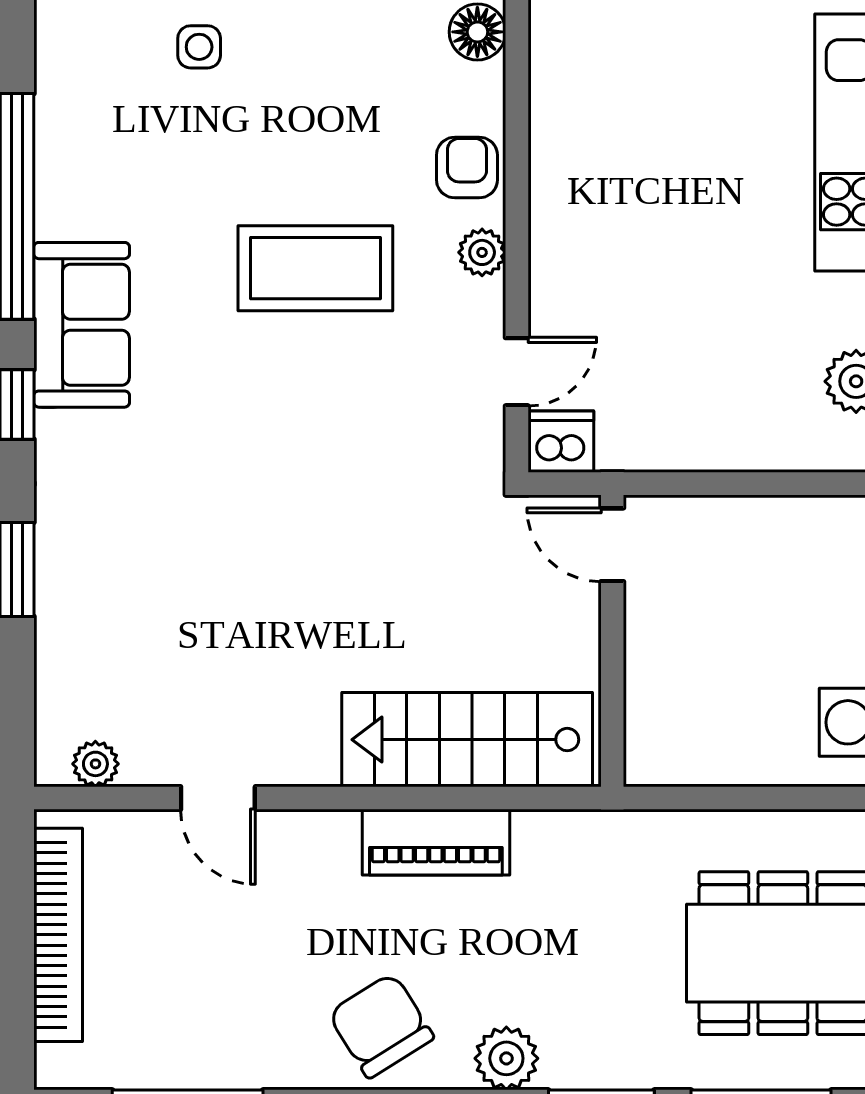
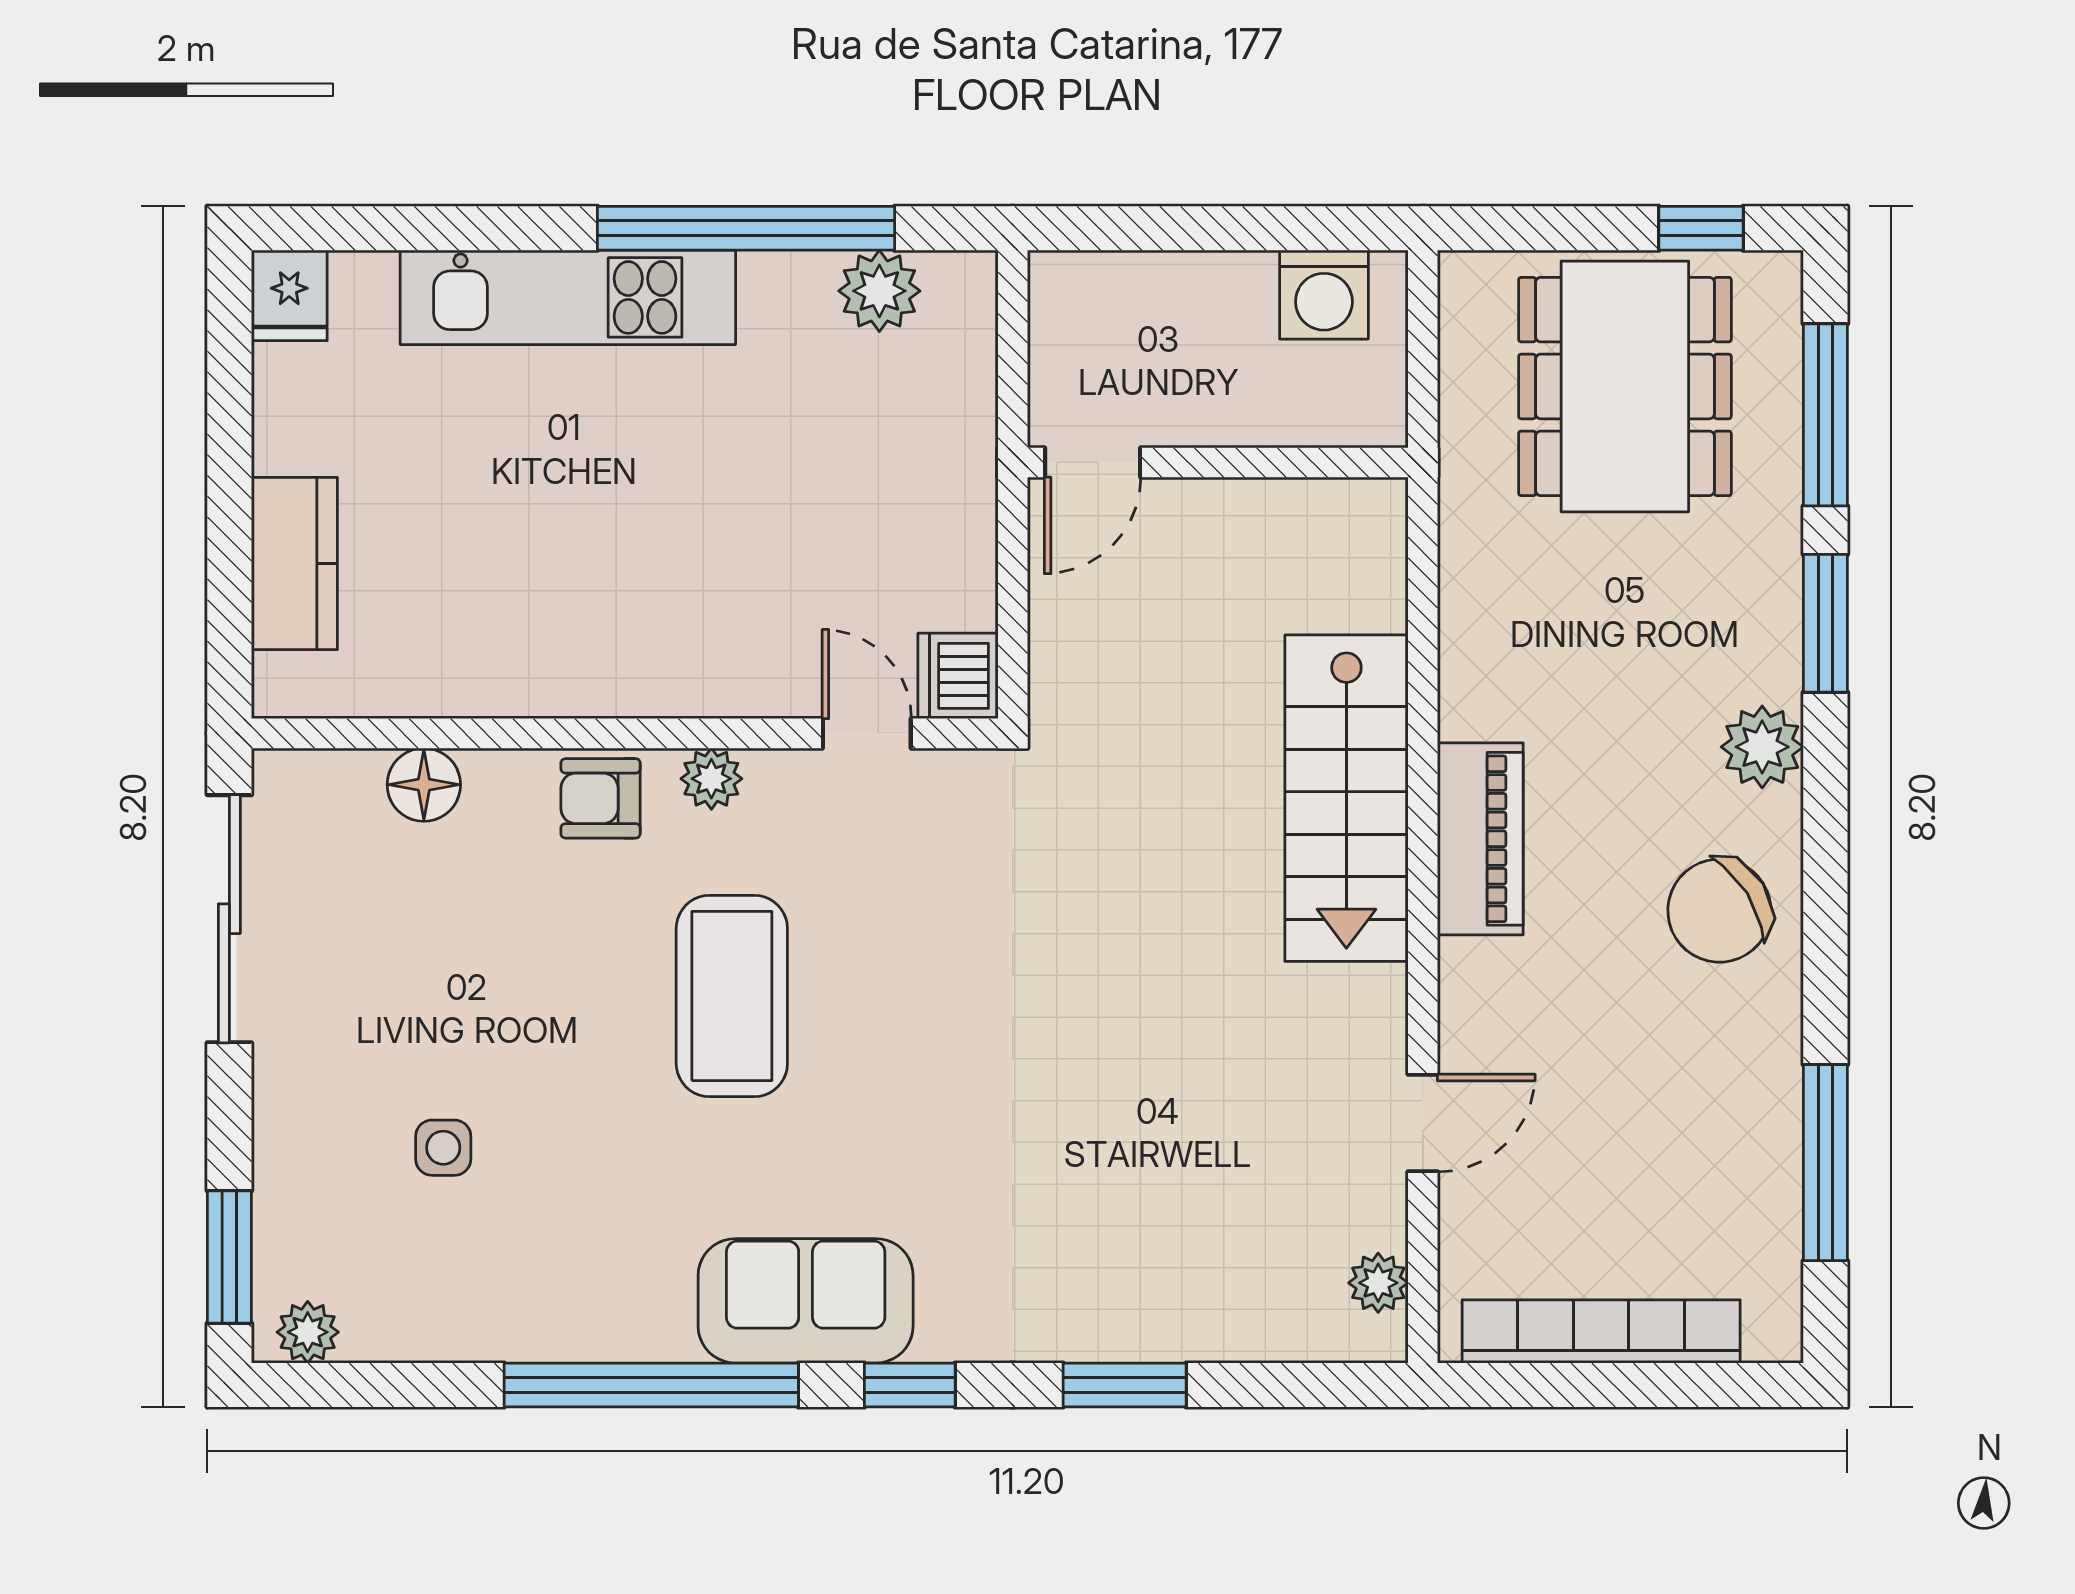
door: (612, 545) -> (1093, 462), moved
wall: (612, 641) -> (1218, 462), moved

